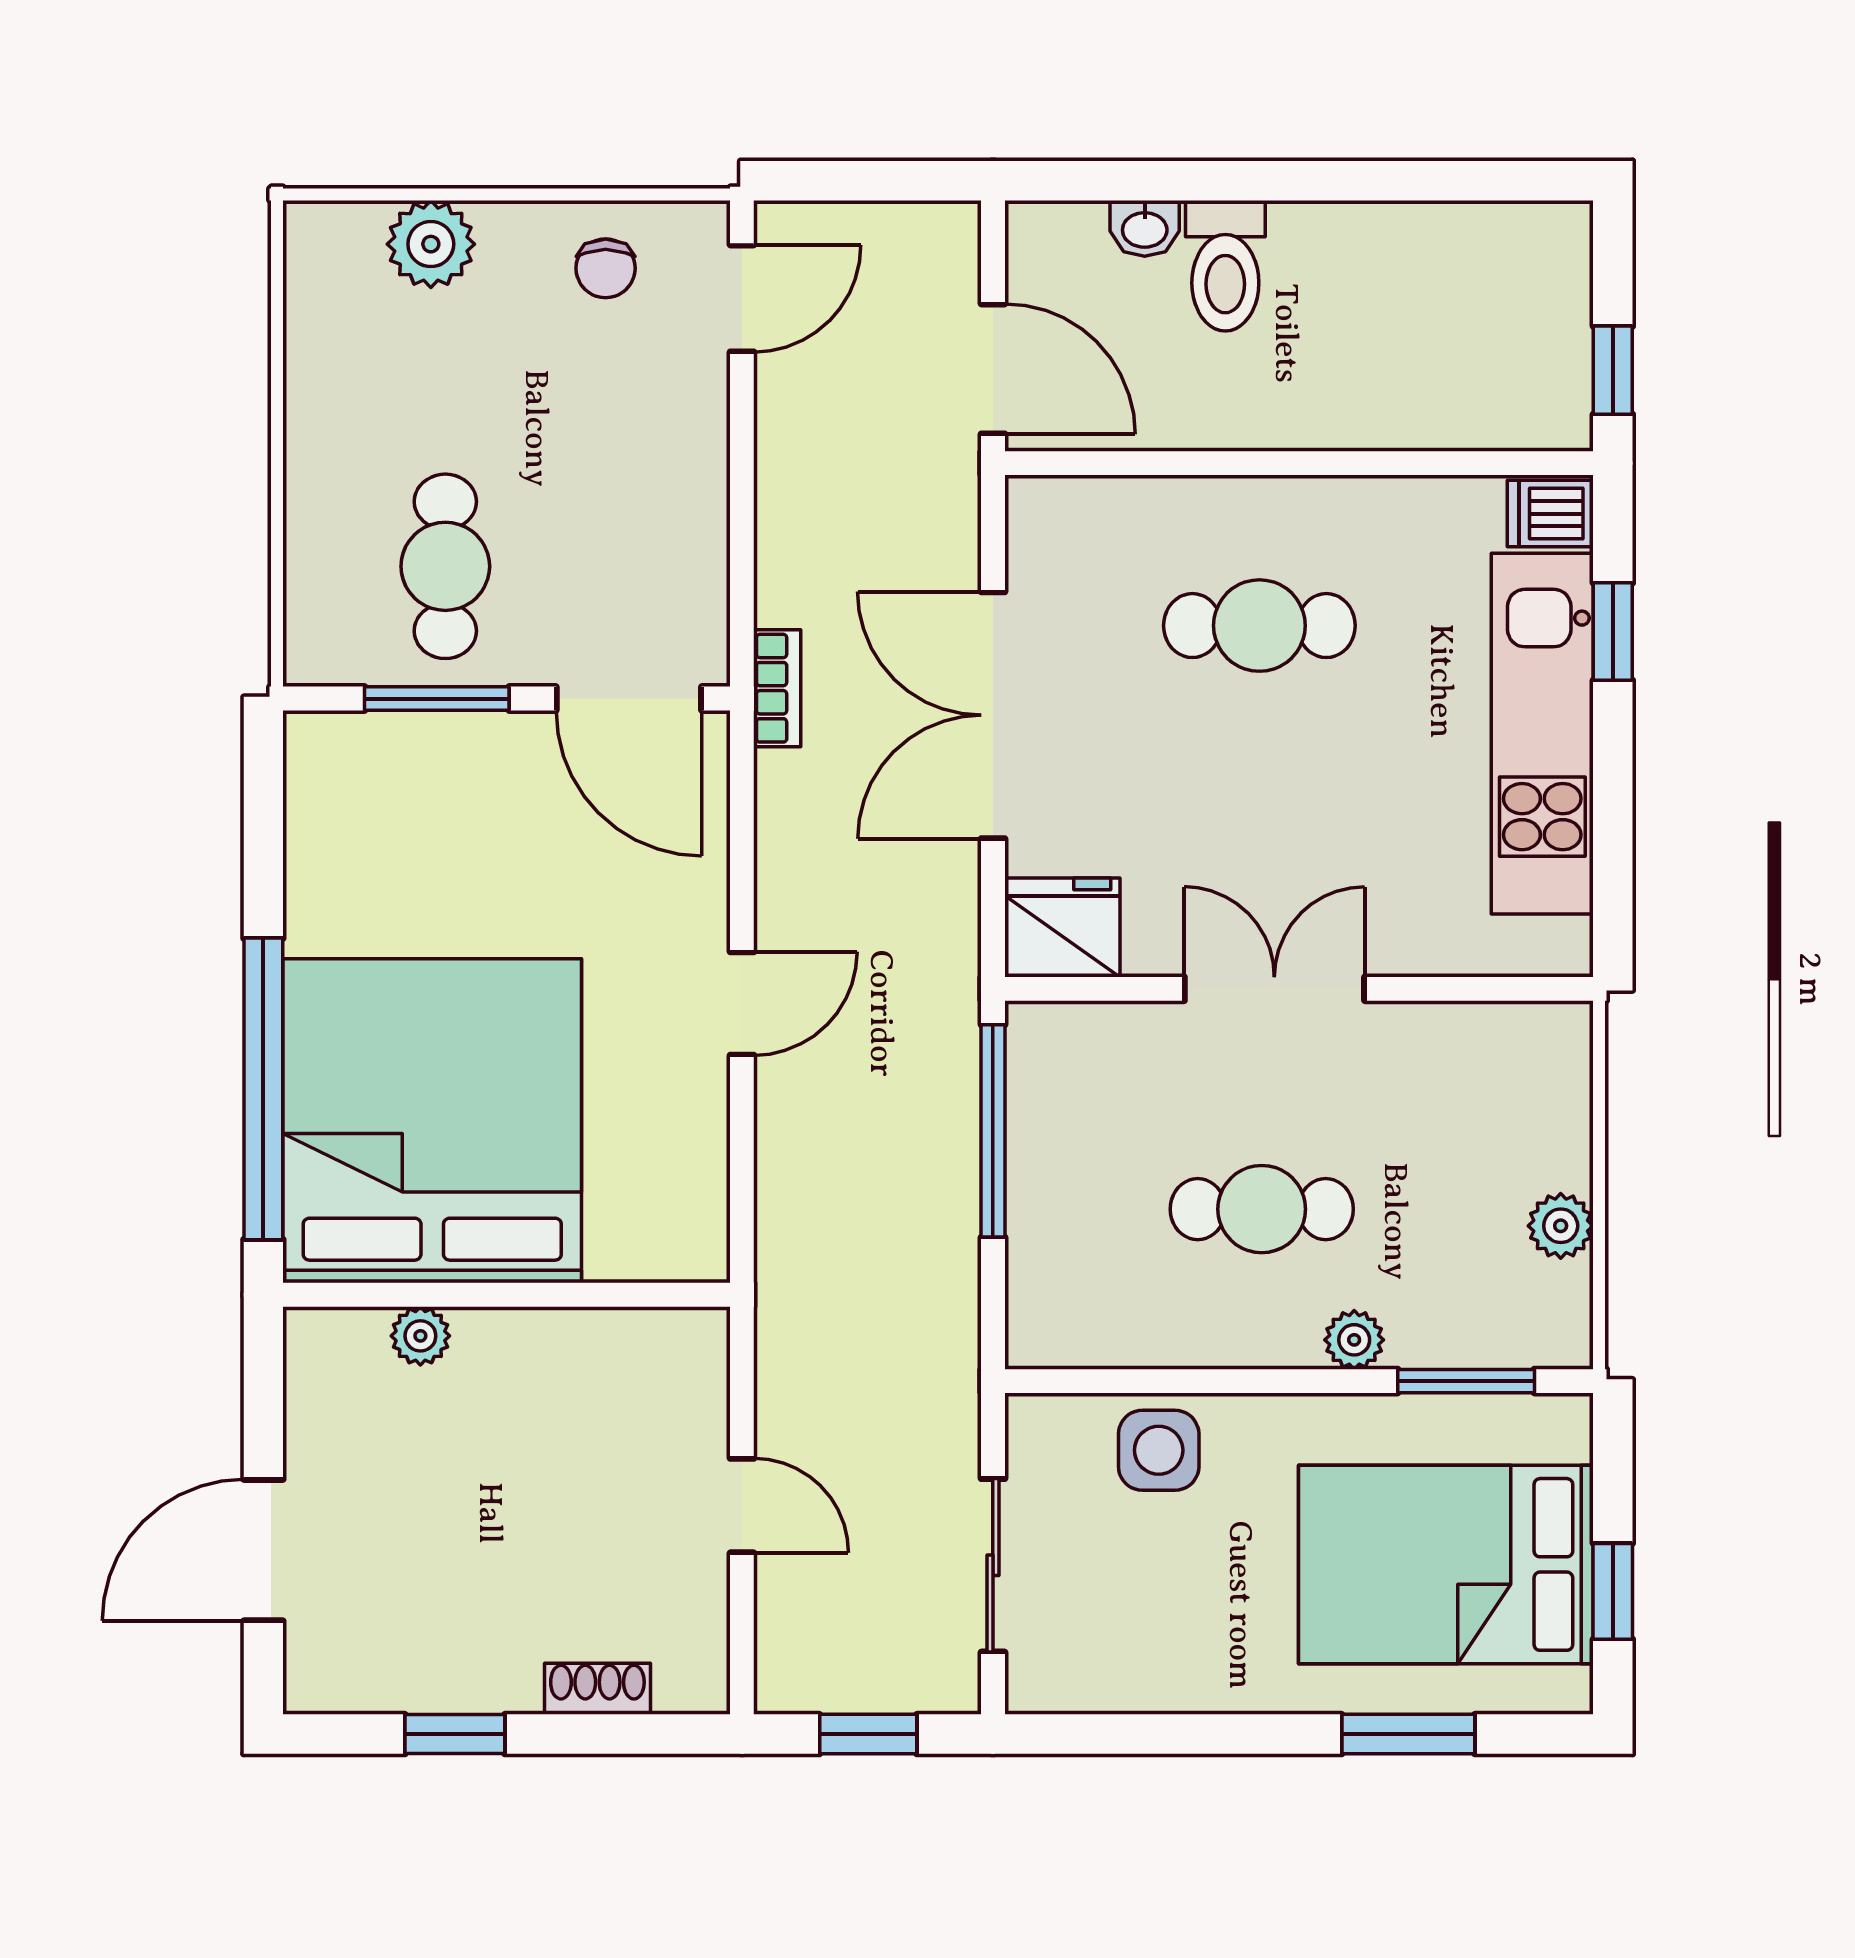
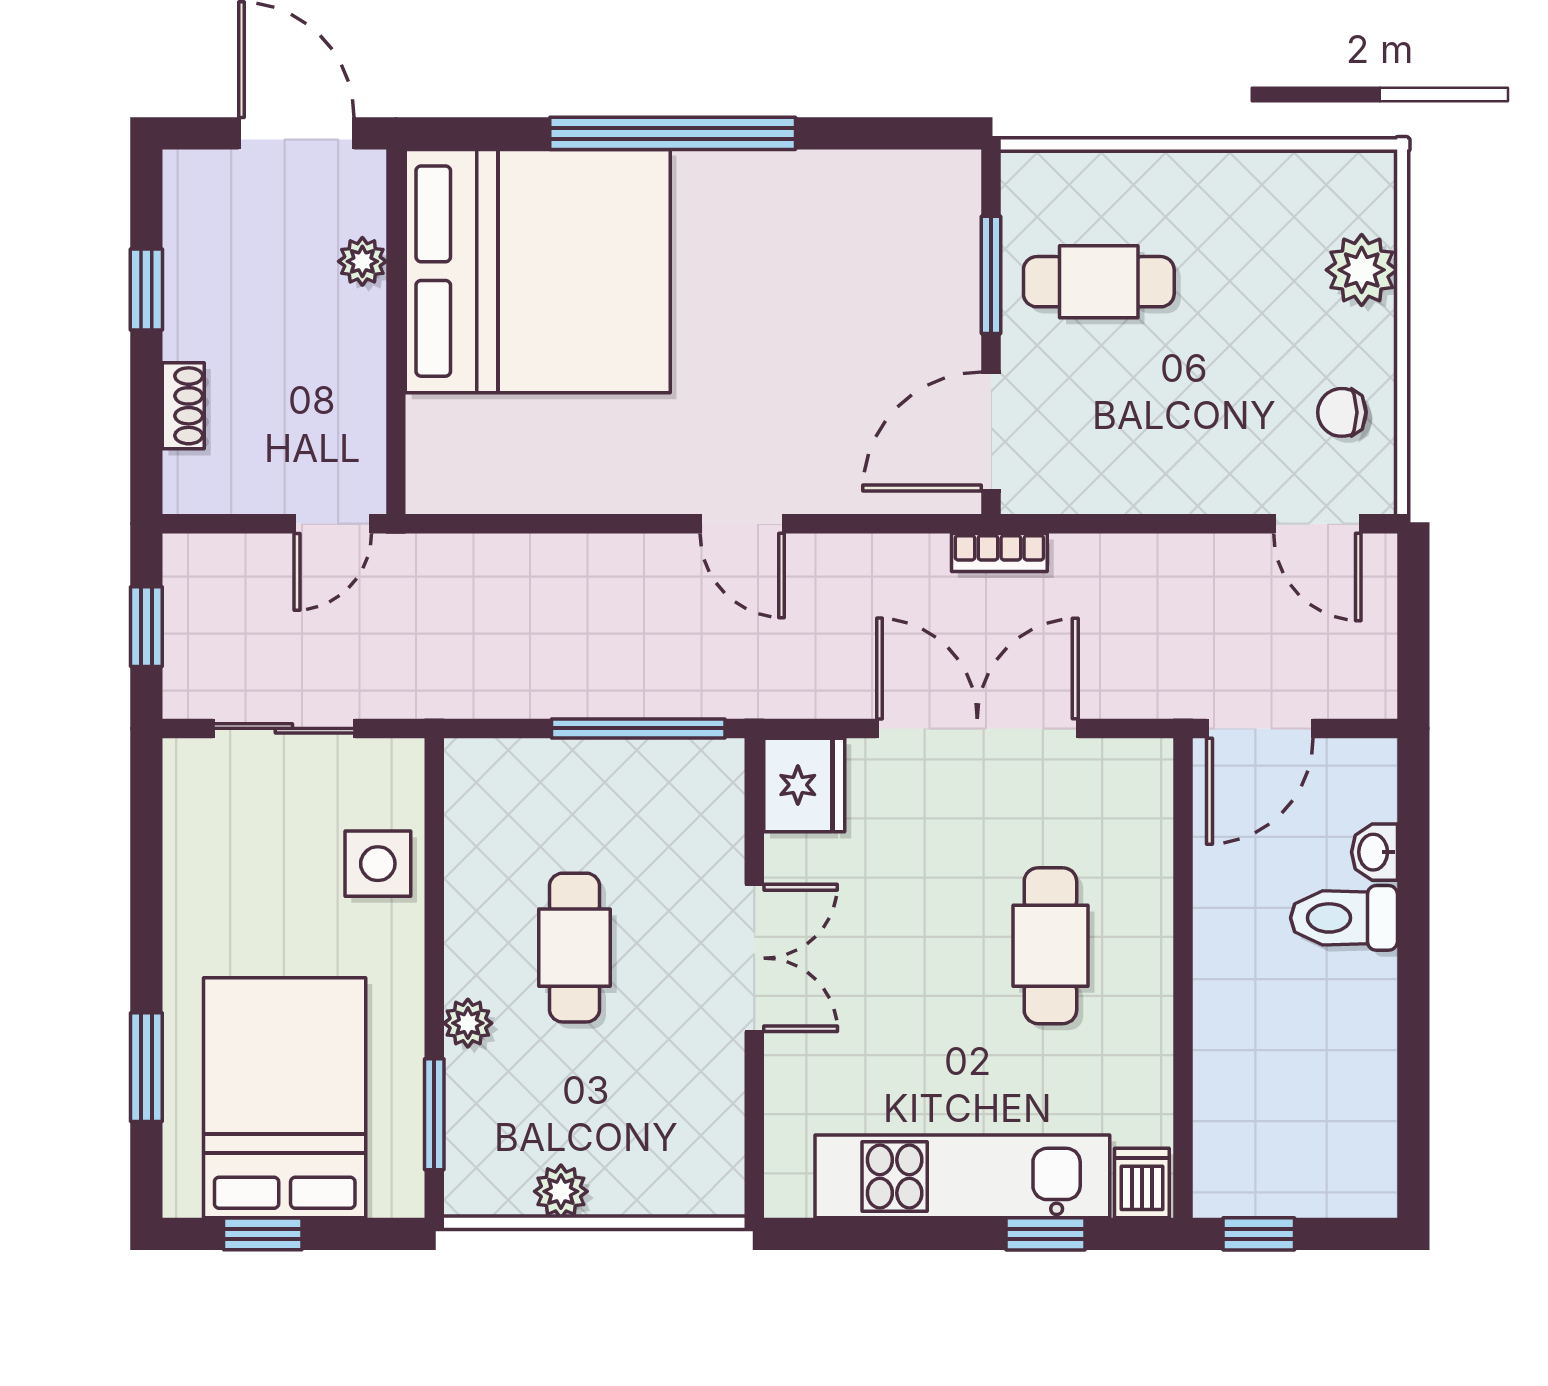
bed: (432, 1121) -> (538, 271), moved
wall: (507, 1295) -> (396, 332), moved
plant: (420, 1336) -> (362, 261), moved

